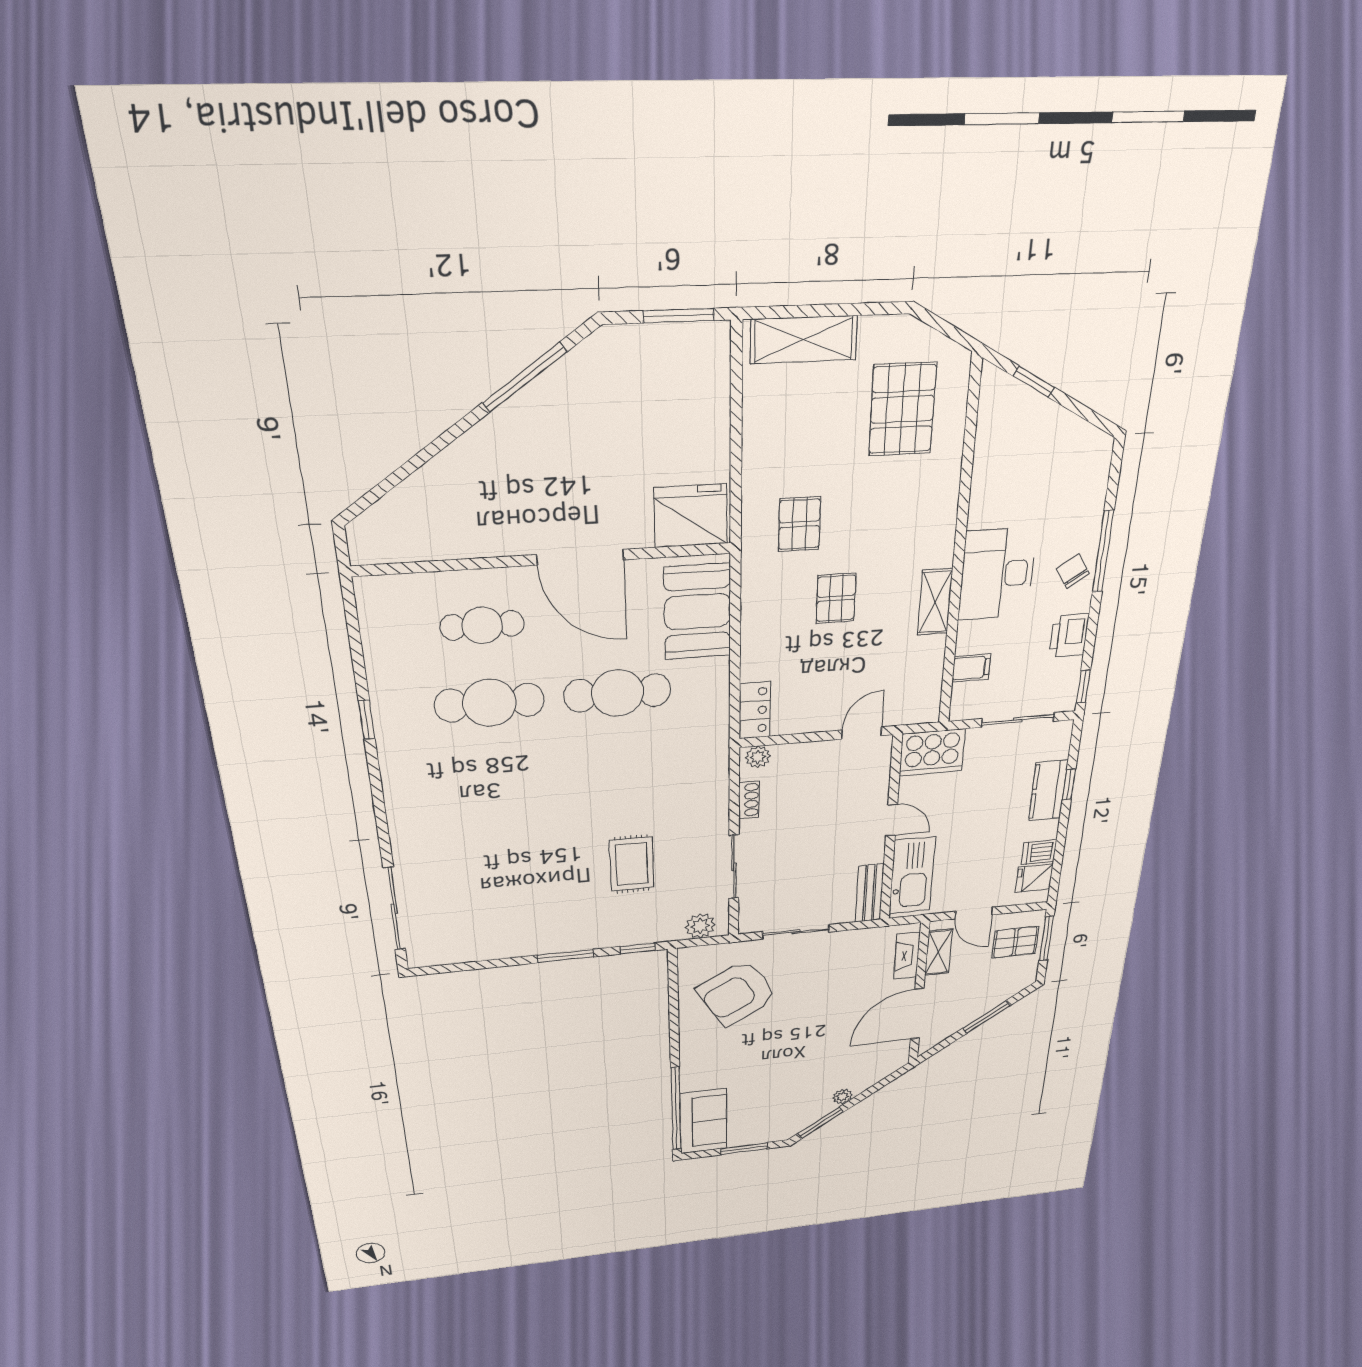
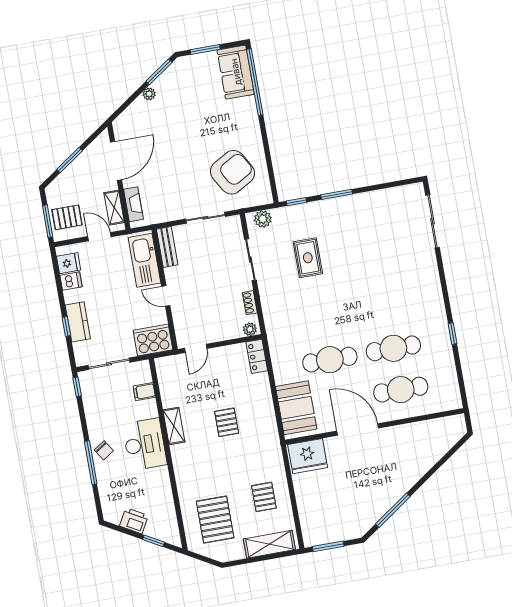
pallet: (799, 524) -> (264, 497), moved
cafe table: (482, 625) -> (401, 390), width x1.37, depth x1.35
printer: (1069, 635) -> (134, 521), moved, turned -60

